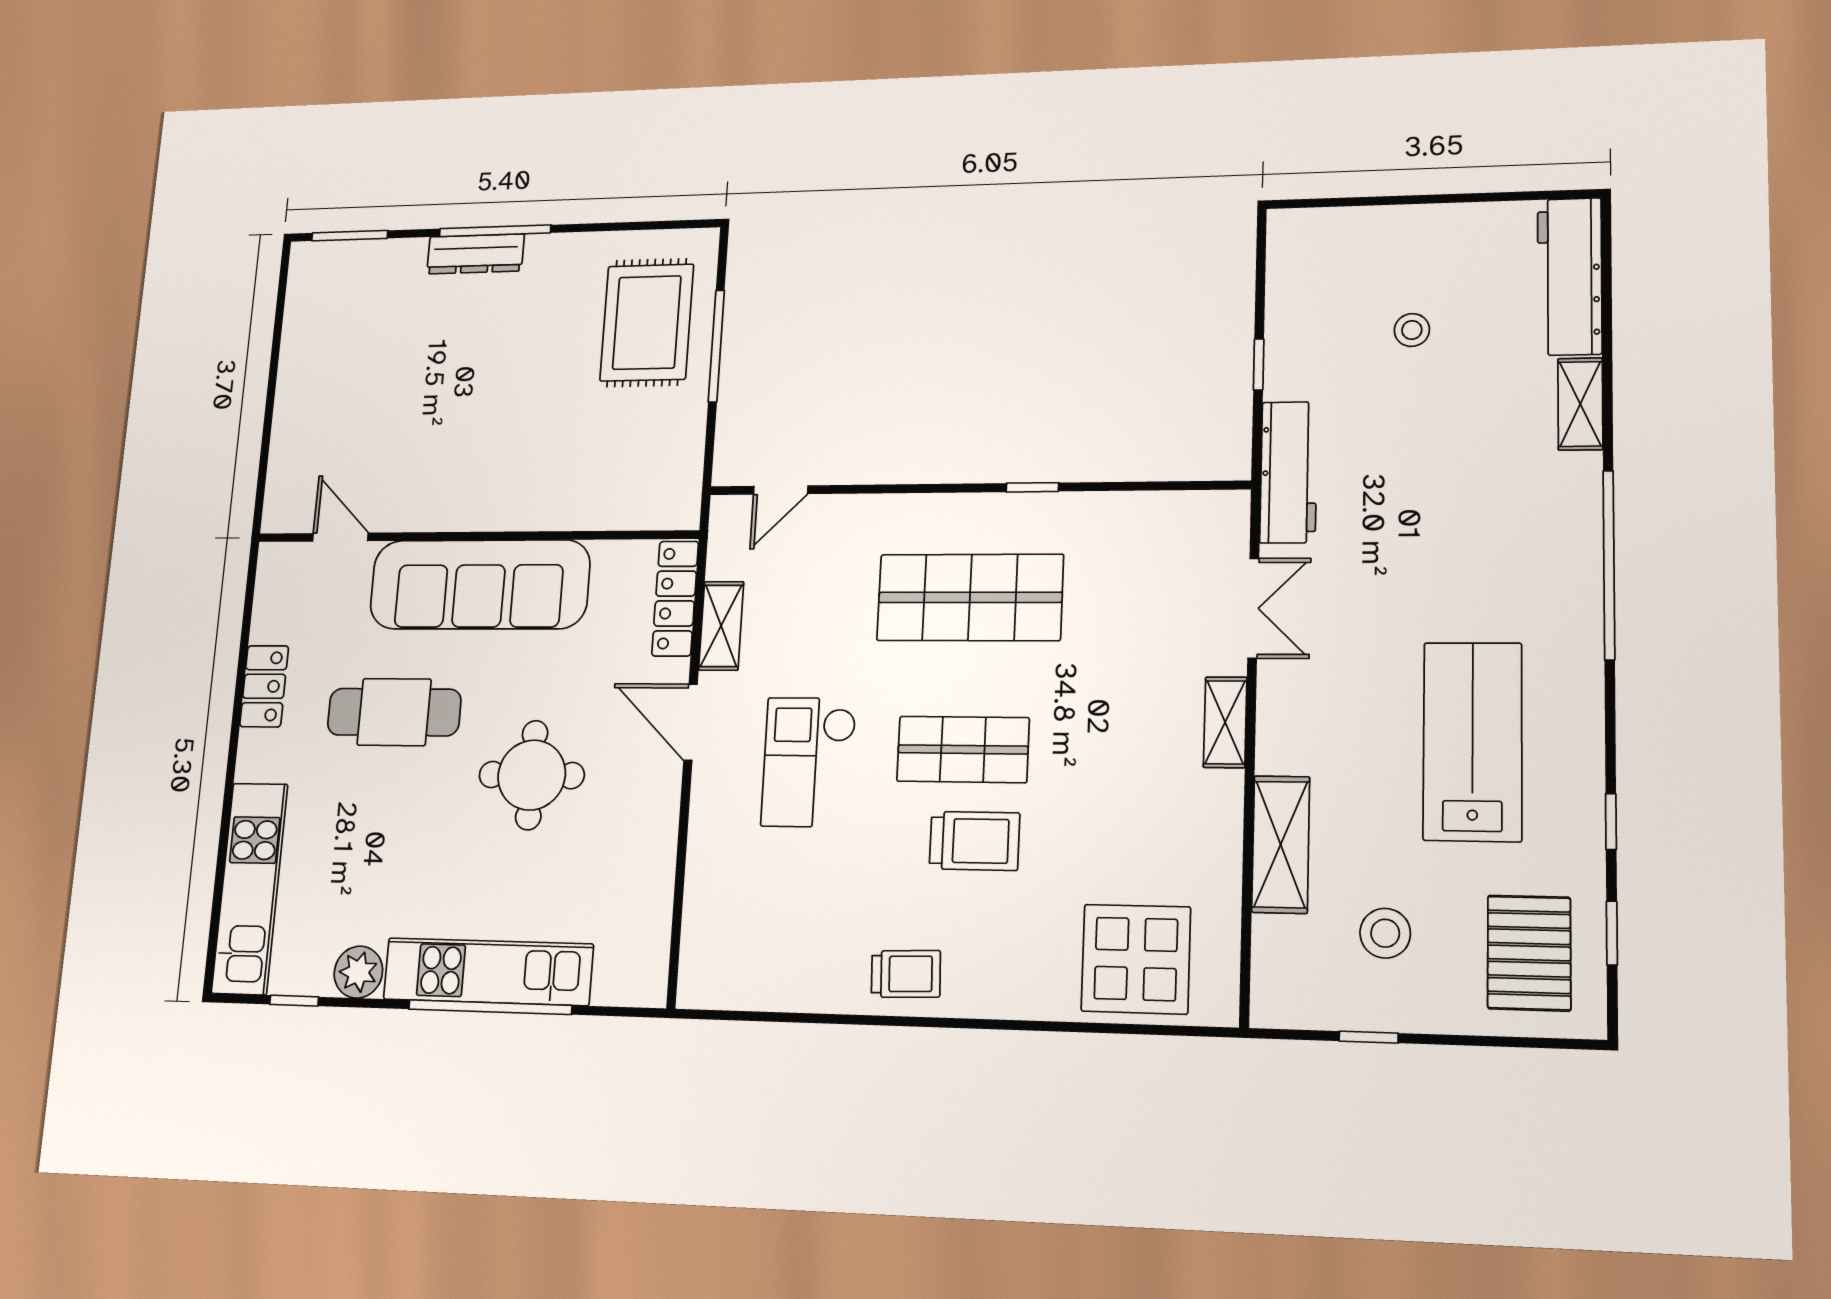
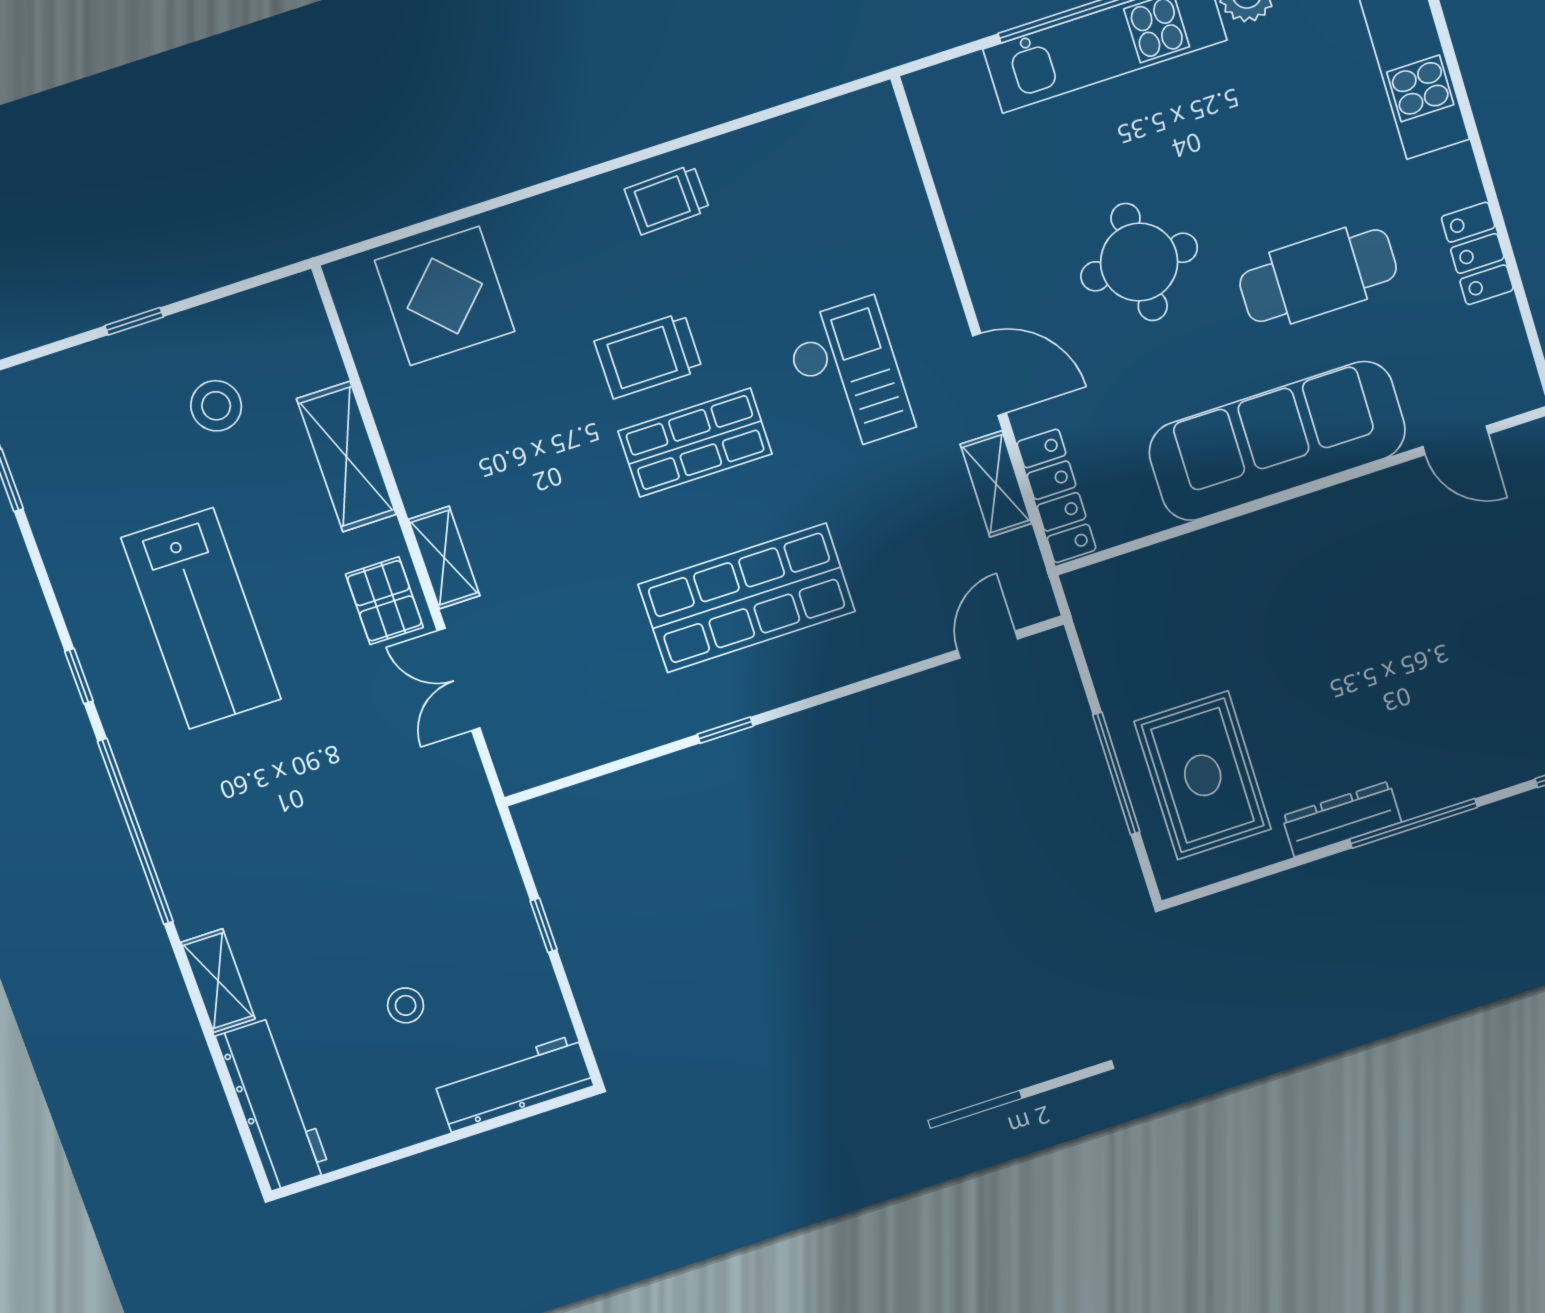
dresser: (475, 254) -> (1342, 819), moved
workbench: (1289, 472) -> (514, 1083), moved, turned 90
window: (1611, 822) -> (79, 676), moved
pallet: (1529, 953) -> (384, 601), moved, width x0.67, depth x0.71
window: (1369, 1037) -> (134, 321), moved

